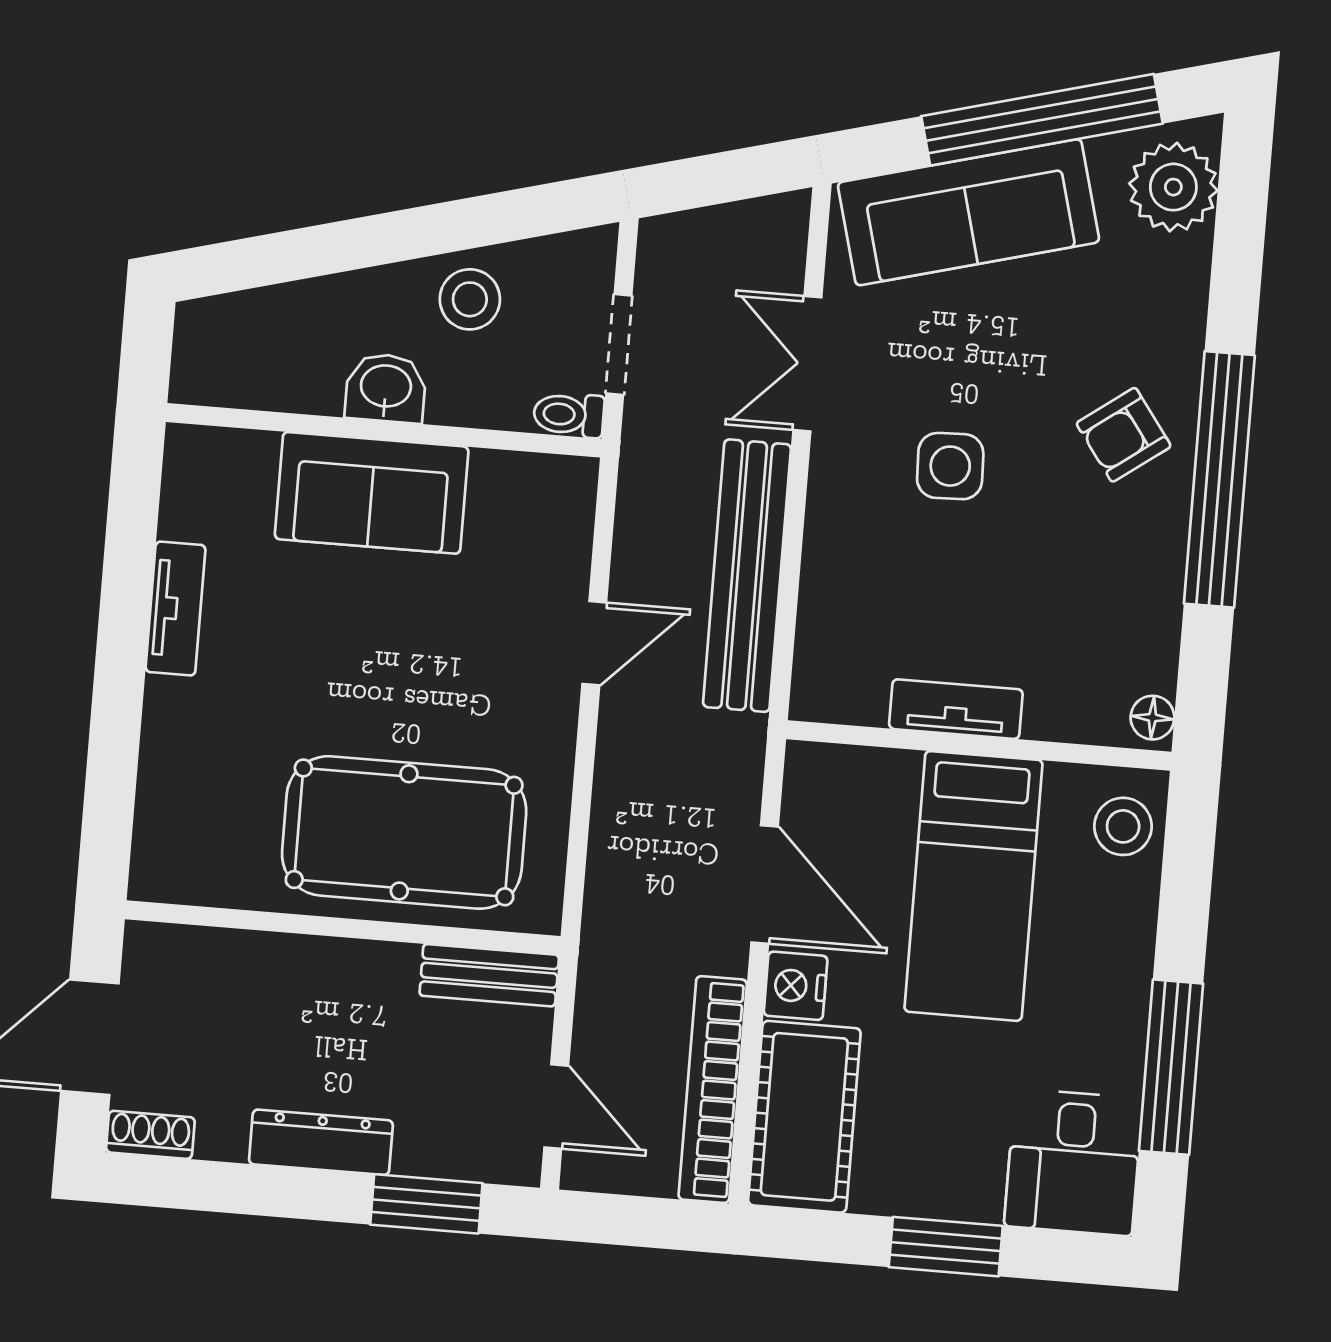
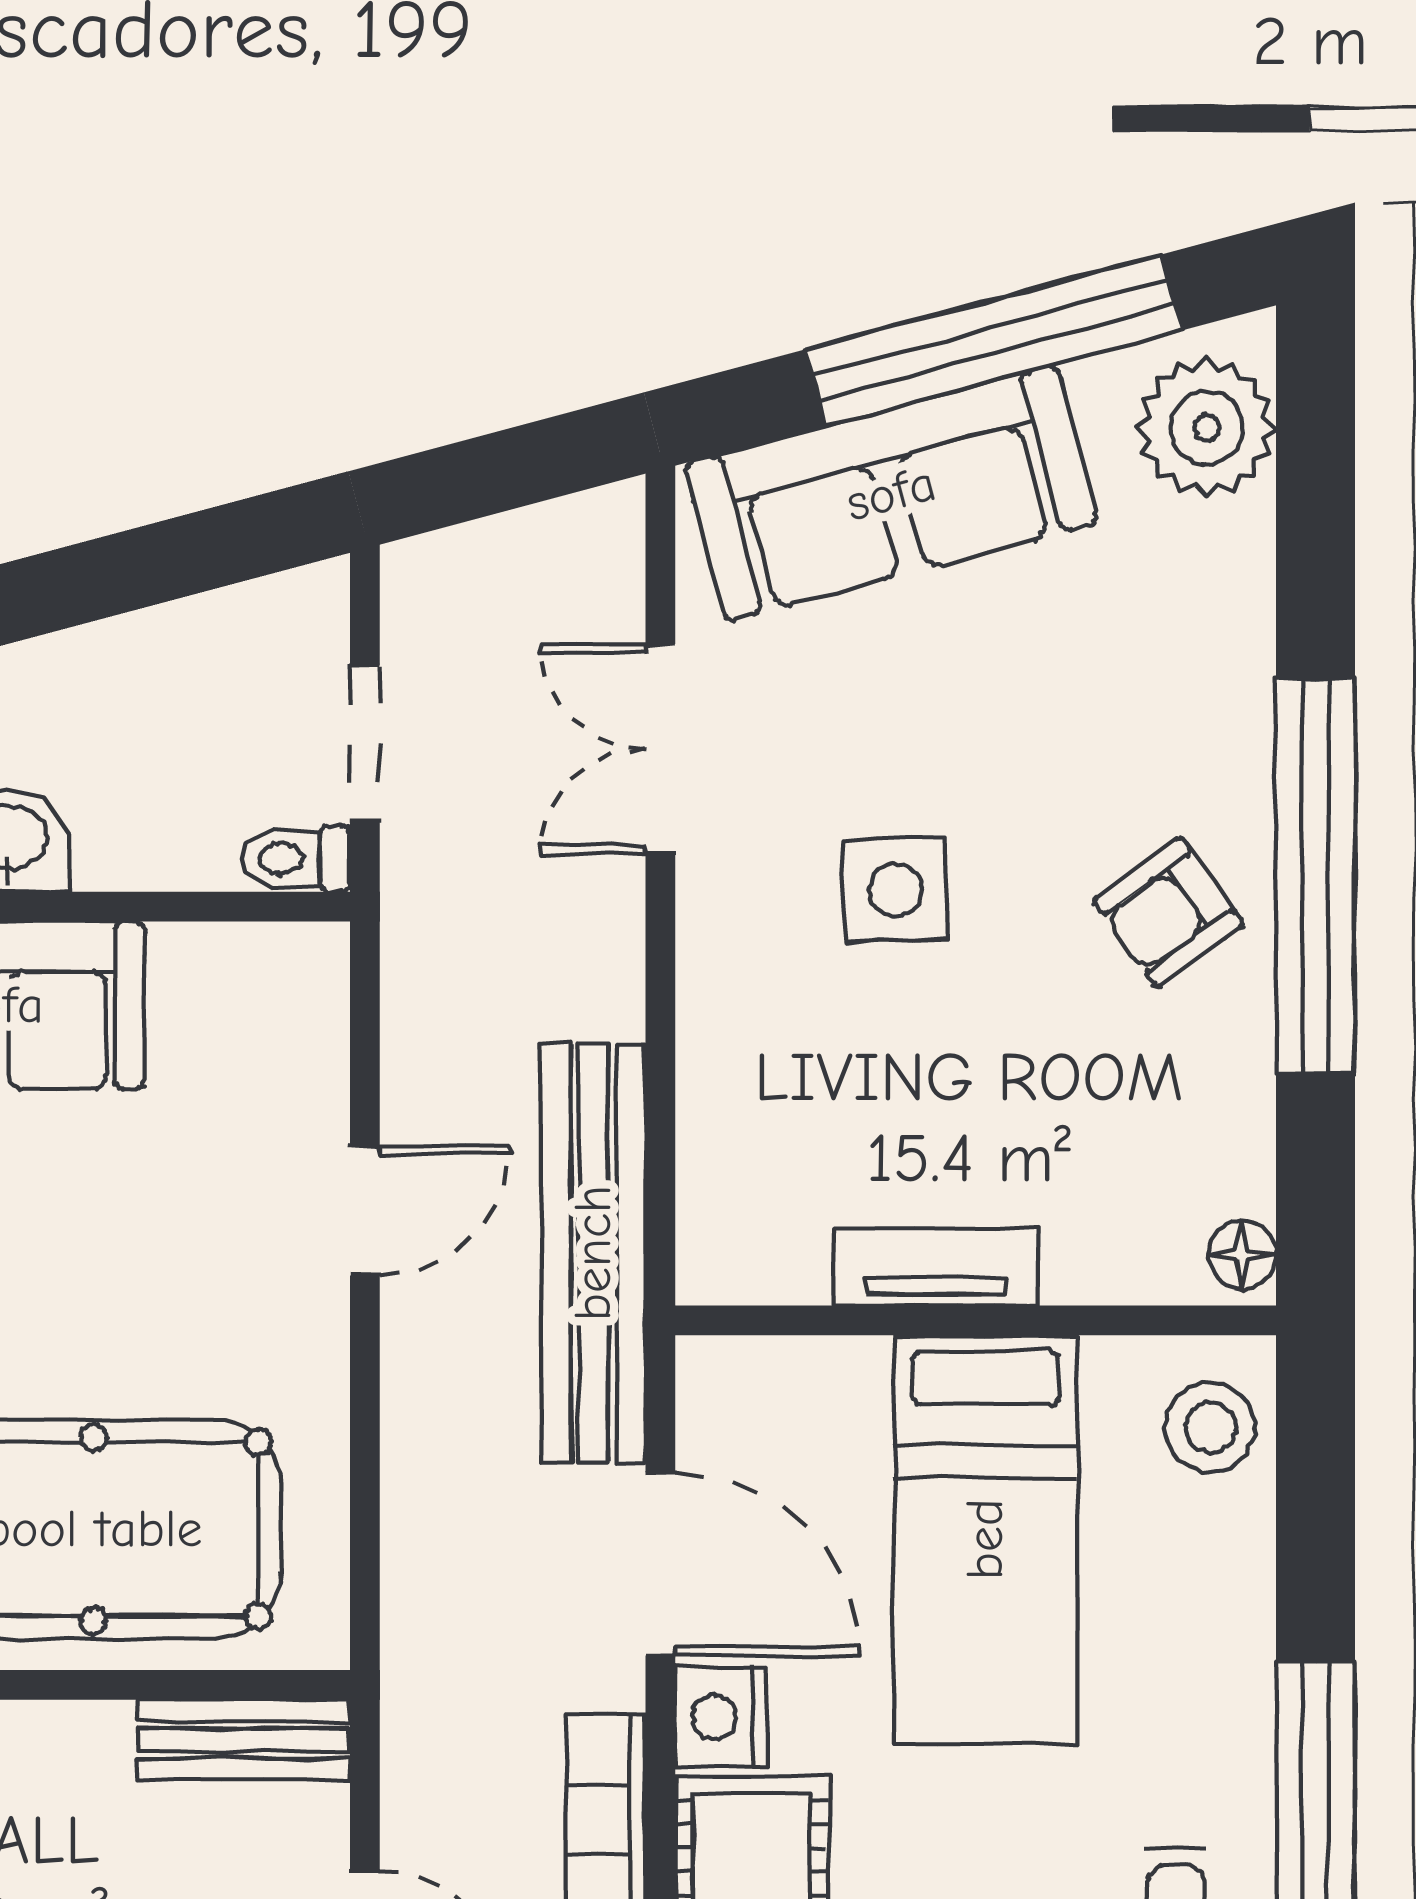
stool: (470, 299) -> (127, 692), removed
armchair: (1124, 435) -> (1168, 912), moved
bench: (747, 576) -> (593, 1253), moved

